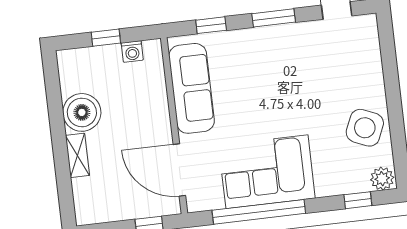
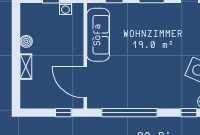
boiler: (82, 112) -> (26, 41), width x0.54, depth x0.54
corner sofa: (267, 172) -> (137, 89), removed

